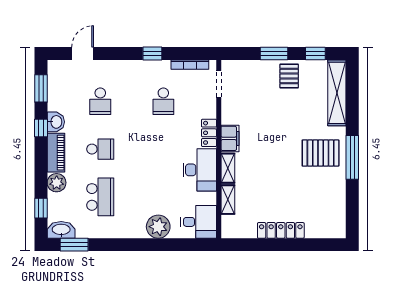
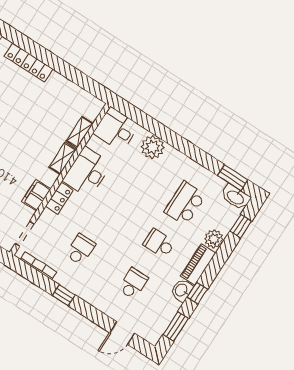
filing cabinet: (230, 138) -> (36, 195), moved
locker: (281, 230) -> (29, 62), moved

